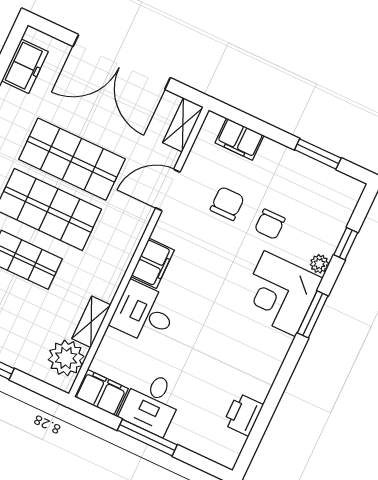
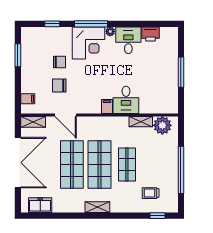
filing cabinet: (240, 139) -> (28, 99), width x0.50
filing cabinet: (152, 263) -> (107, 106), width x0.50
plant: (319, 264) -> (110, 31), moved
window: (313, 314) -> (91, 24), width x1.44
filing cabinet: (101, 393) -> (170, 102), removed
desk: (152, 403) -> (128, 40), moved, turned -90

